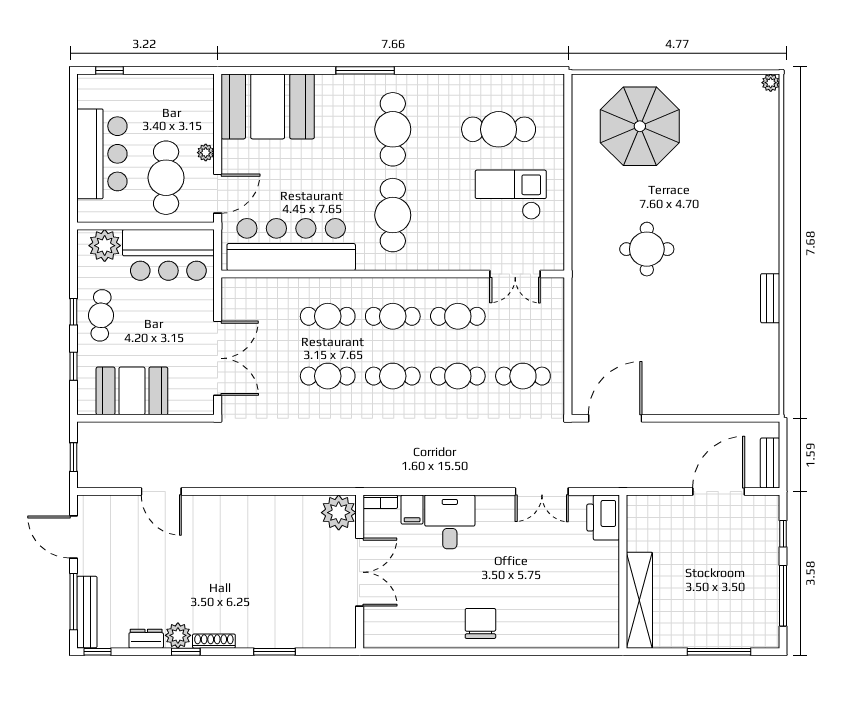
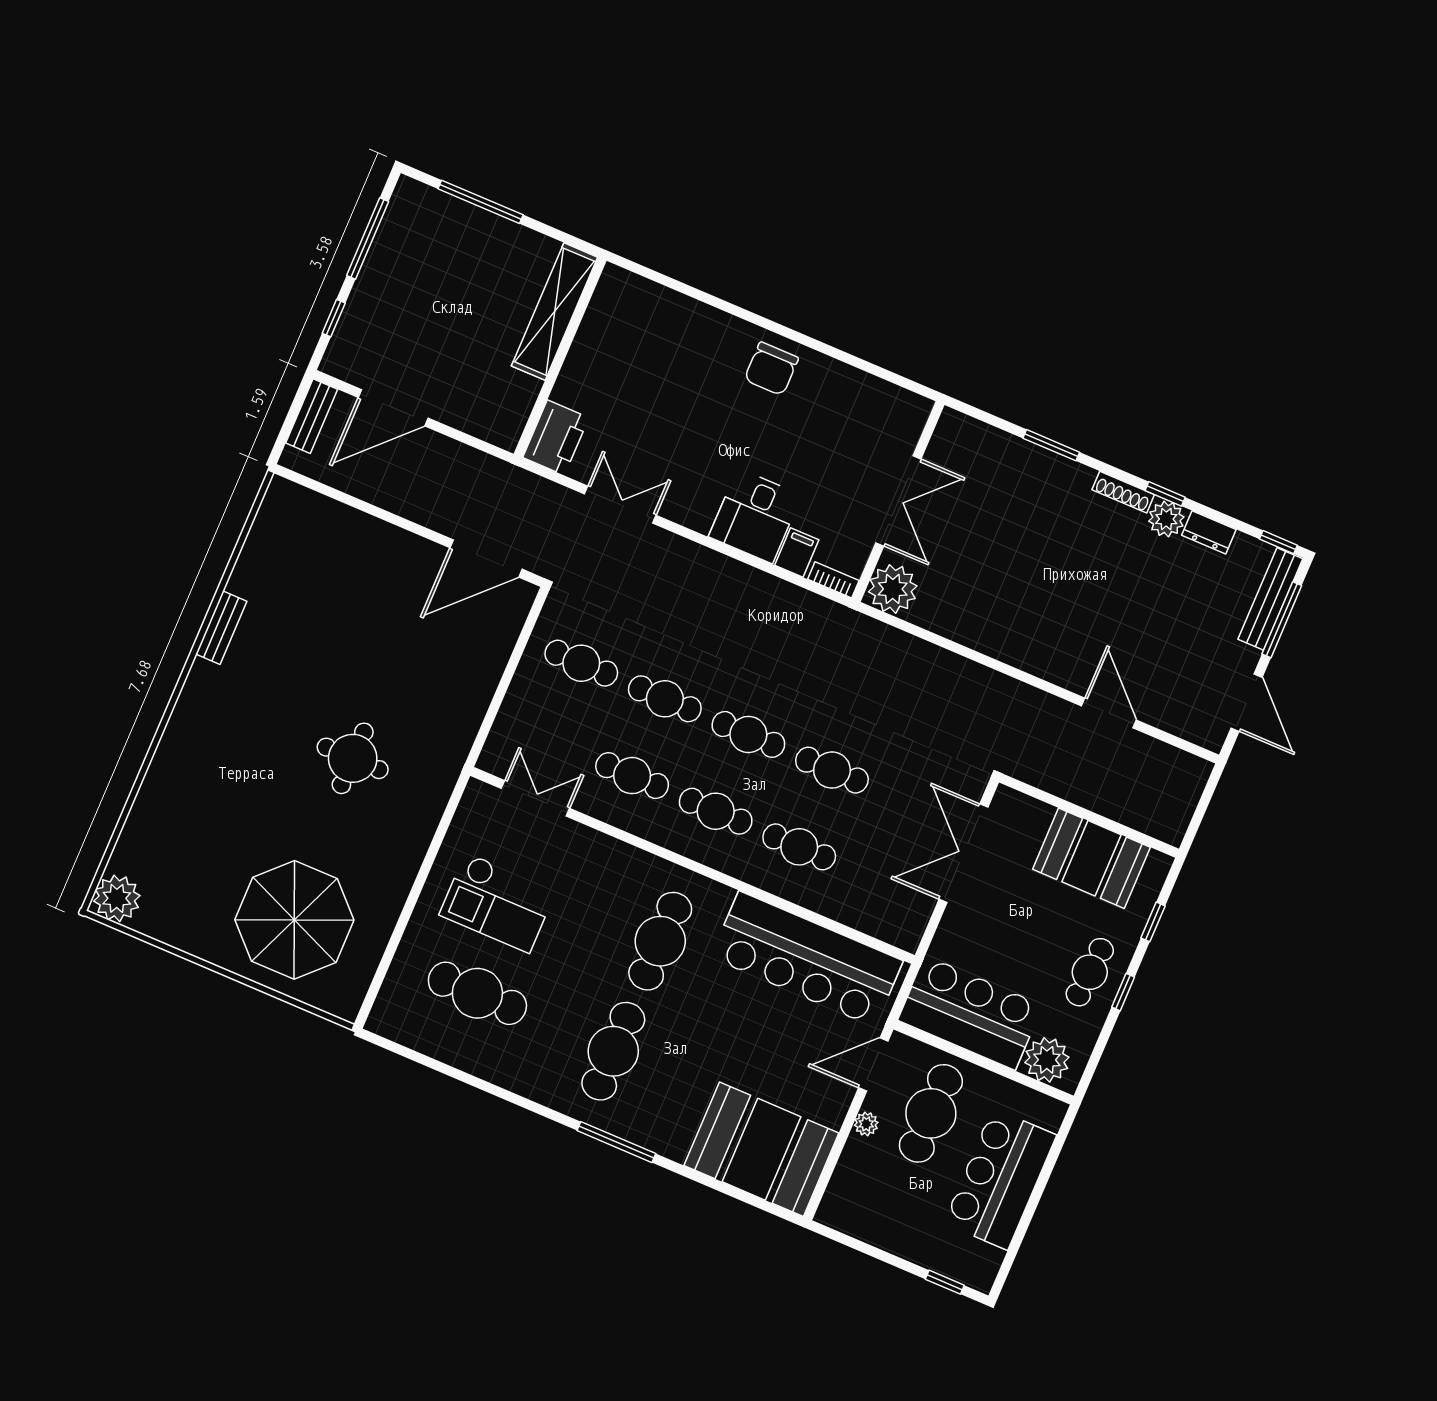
plant: (771, 83) -> (117, 898), width x1.88, depth x1.88
window: (73, 457) -> (1203, 805), removed
double door: (360, 572) -> (898, 501), swing flipped

